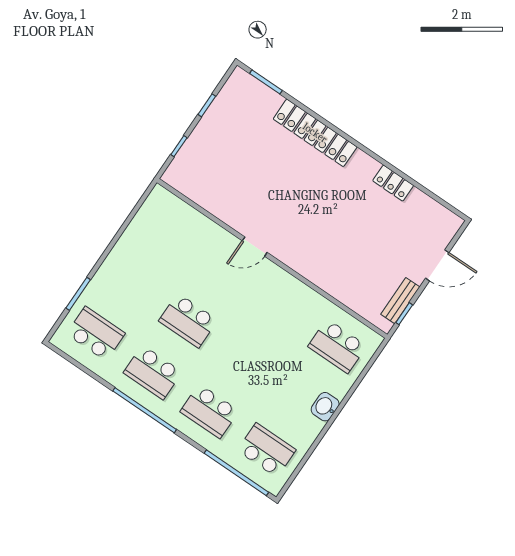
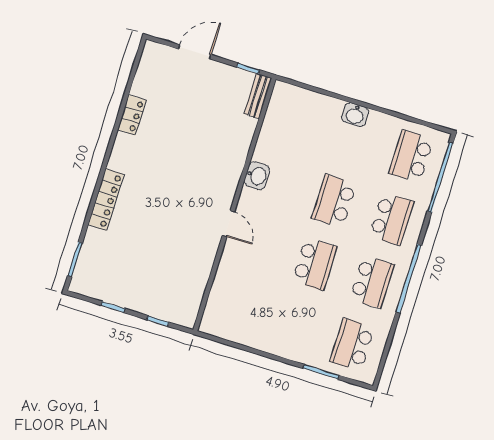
locker: (315, 133) -> (106, 200), width x0.71, depth x0.83
door: (437, 265) -> (195, 52), hinge flipped
washbasin: (294, 290) -> (257, 176), added
bench: (400, 301) -> (258, 96), moved, turned 90
school desk: (337, 346) -> (334, 201), moved, turned 180

